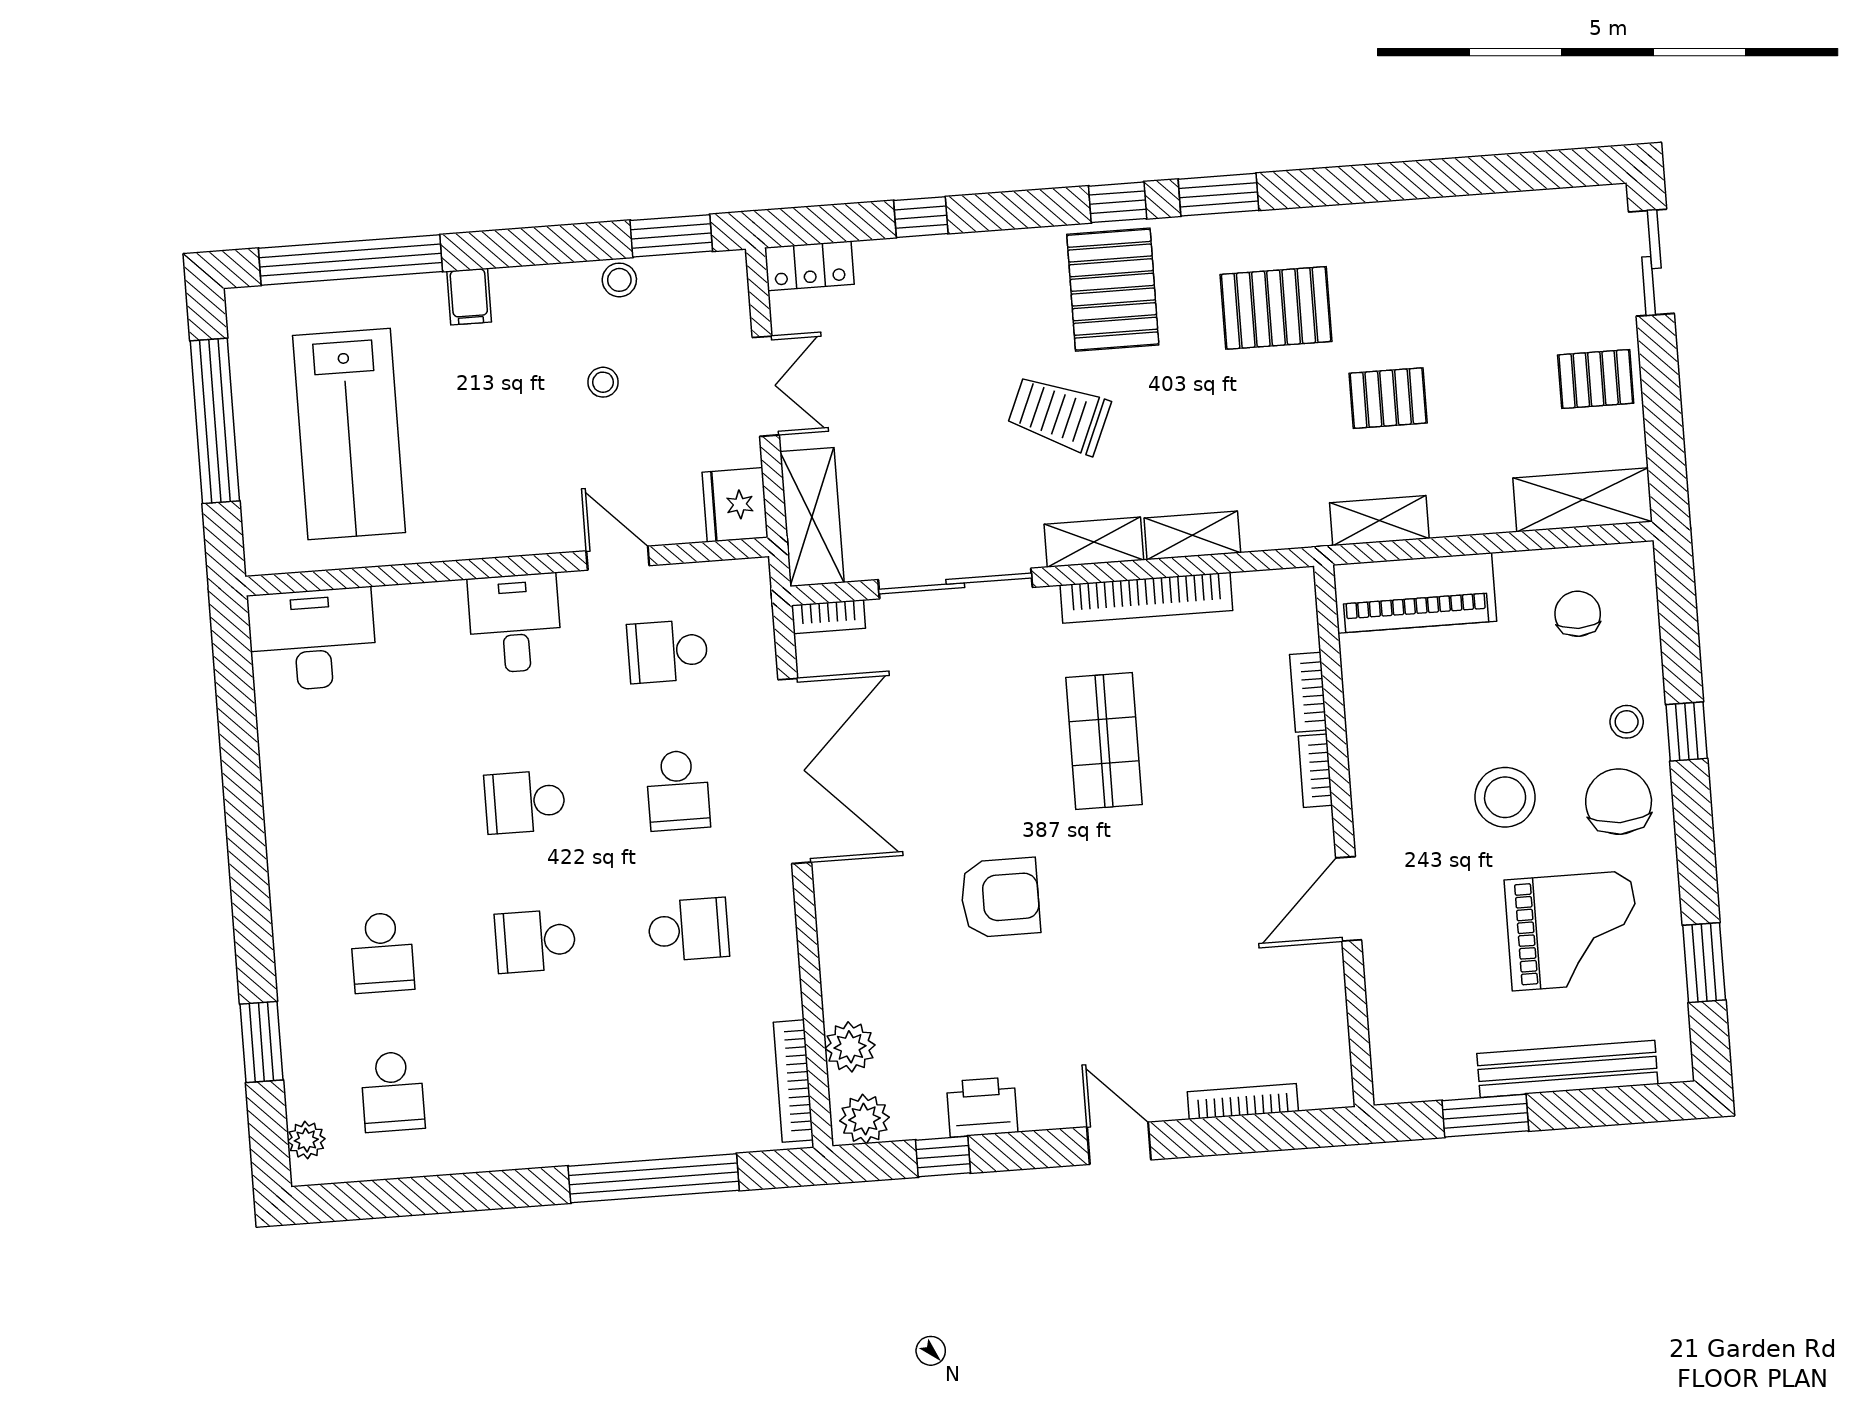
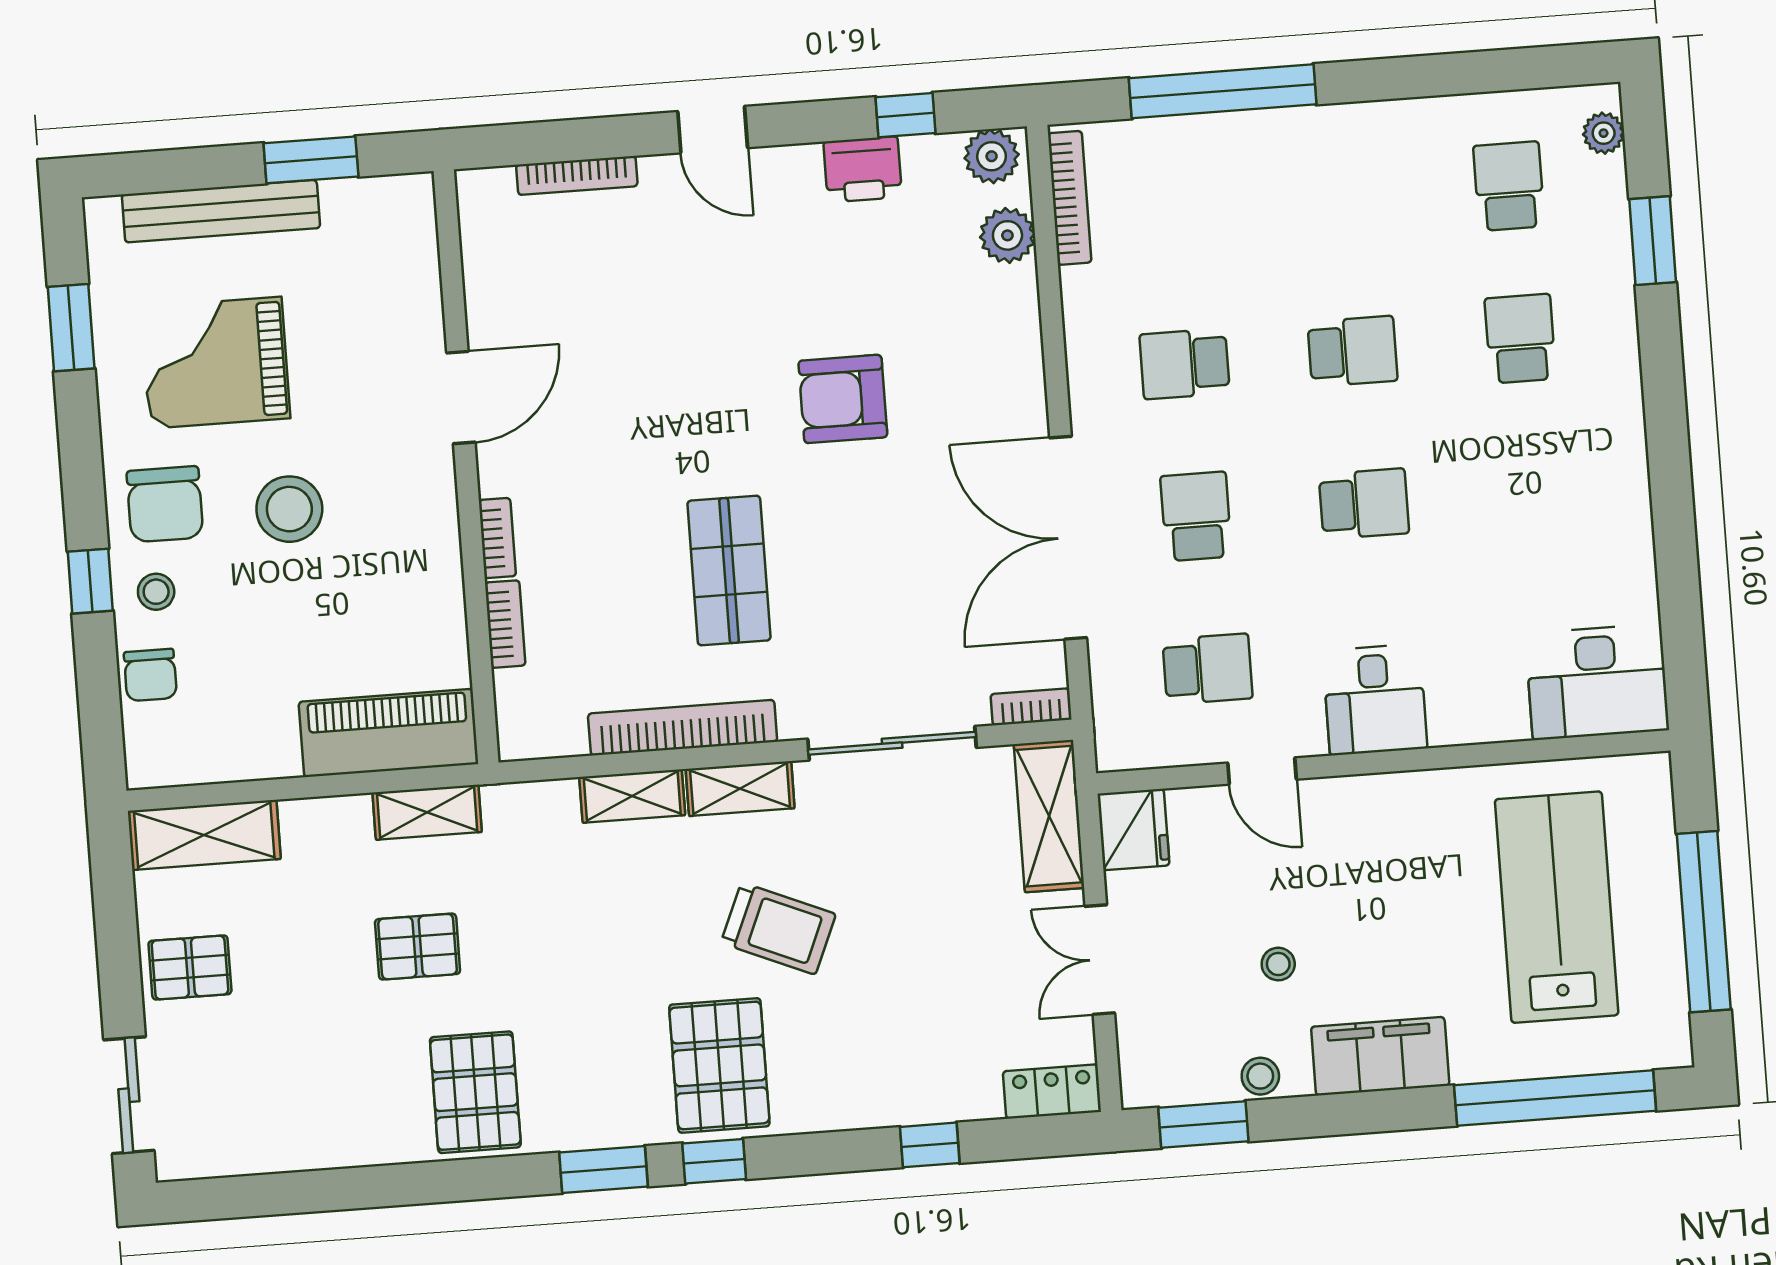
filing cabinet: (469, 297) -> (1380, 1056), width x3.00, depth x1.17
pallet: (1276, 308) -> (475, 1092), moved, turned 90
chair: (1578, 614) -> (150, 675), moved

